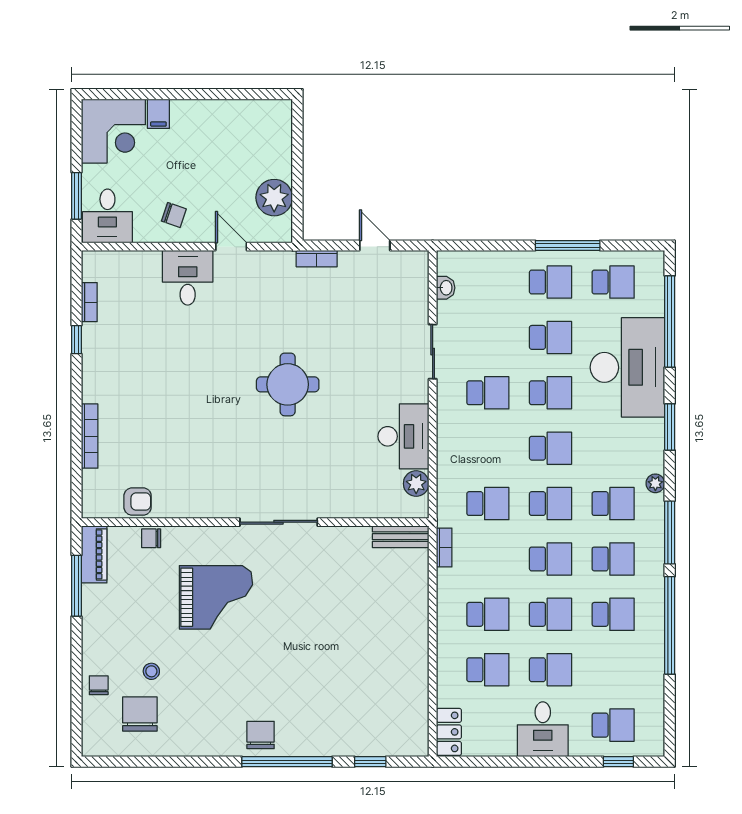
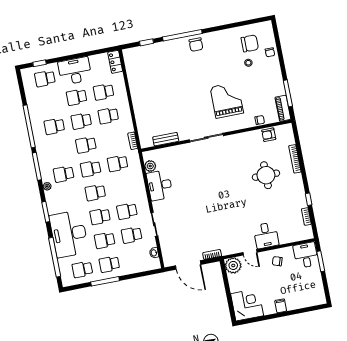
filing cabinet: (158, 114) -> (281, 306), moved
corner desk: (113, 131) -> (247, 305), moved, turned 90
plant: (274, 198) -> (233, 265), moved
door: (375, 245) -> (188, 265), width x1.88
round table: (288, 384) -> (266, 175), moved
bench: (401, 537) -> (166, 139), moved
school desk: (613, 559) -> (132, 235), moved
grand piano: (216, 597) -> (227, 100), turned 90
chair: (140, 714) -> (250, 43), turned -90
desk: (543, 729) -> (75, 71), width x1.37

